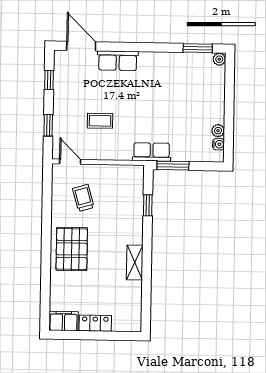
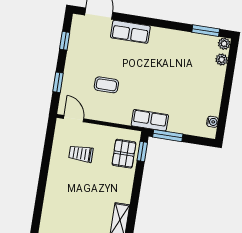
plant: (218, 131) -> (222, 60), moved
trolley: (83, 198) -> (81, 154), turned -74
window: (148, 205) -> (142, 152), moved
pallet: (72, 249) -> (124, 154), moved, width x0.67, depth x0.71

